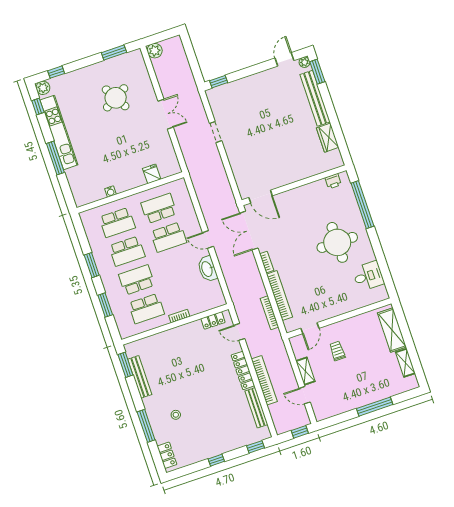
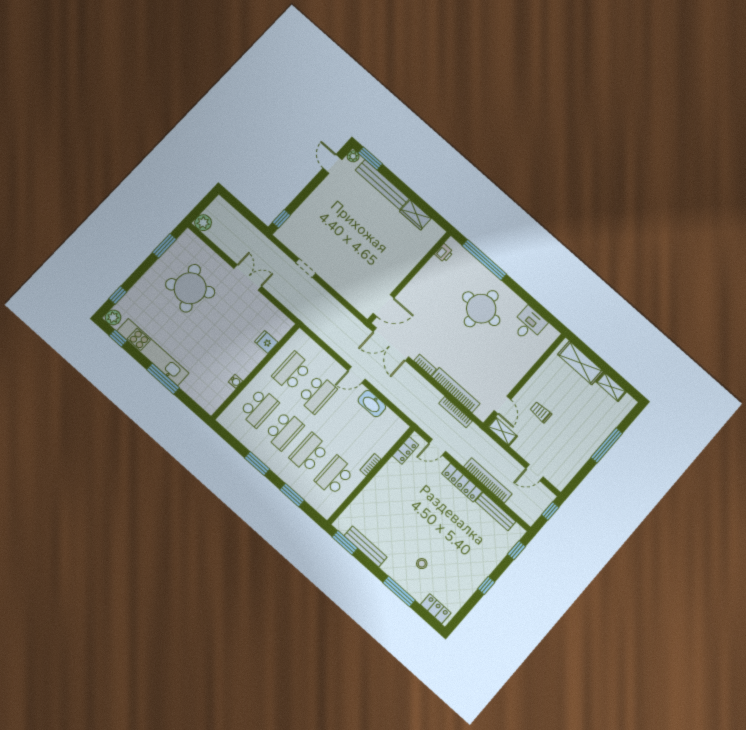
round table: (116, 98) -> (190, 288), width x1.36, depth x1.36
school desk: (146, 309) -> (334, 476), turned 180
shelving: (305, 371) -> (502, 431), moved

